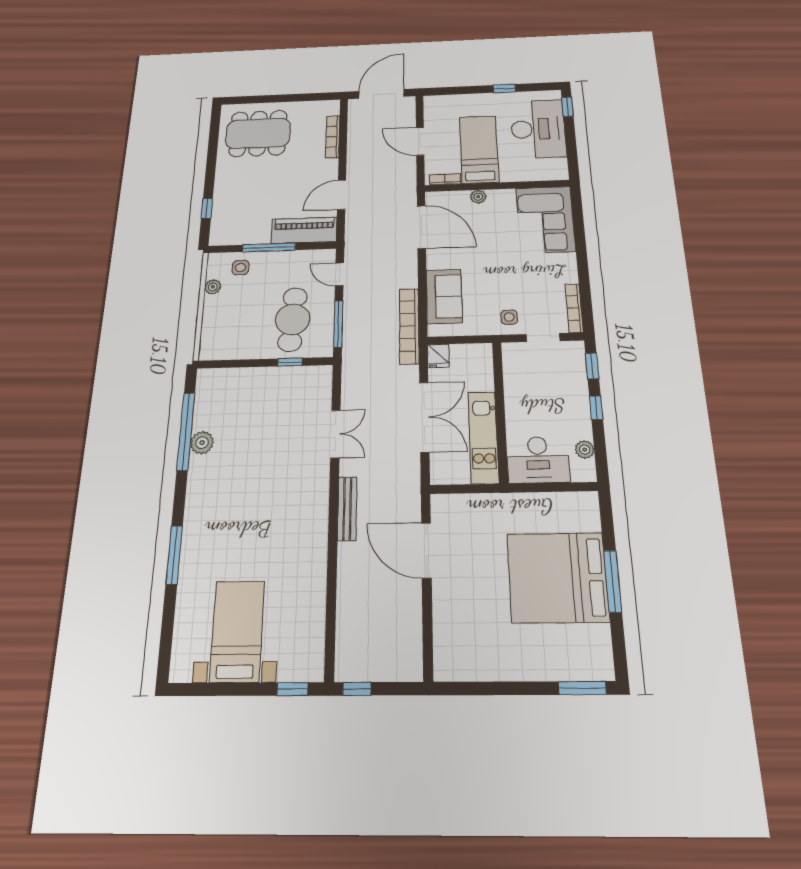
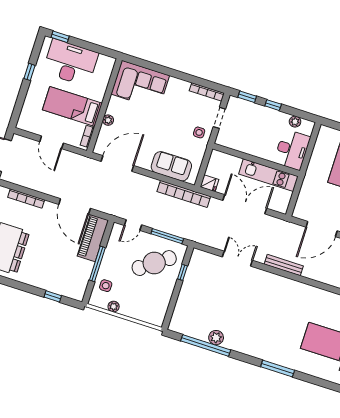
door: (420, 141) -> (52, 142), hinge flipped
door: (342, 195) -> (75, 206), width x1.36
cafe table: (292, 319) -> (154, 263), turned -40

